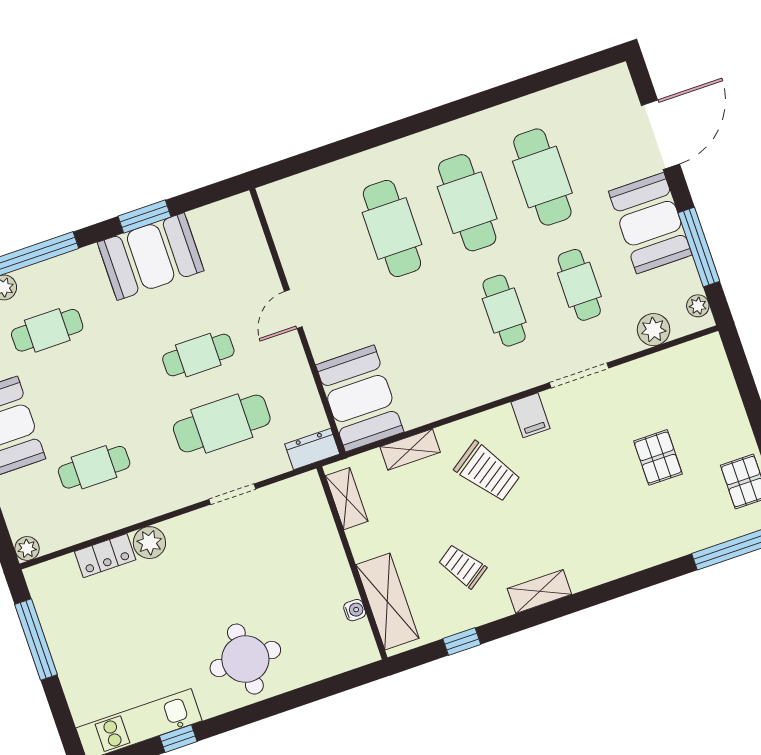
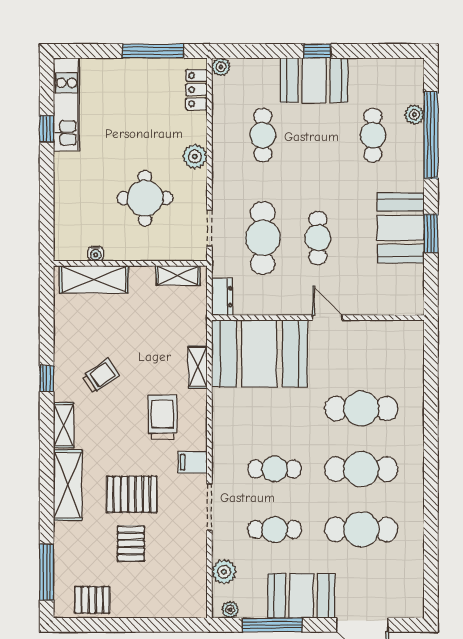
booth: (360, 398) -> (260, 353), width x1.36, depth x1.42
pallet: (658, 457) -> (131, 544), turned 90
trolley: (487, 472) -> (162, 417), turned 125
pallet: (596, 477) -> (132, 494), added
shelving: (347, 499) -> (178, 275), moved
locker: (105, 556) -> (196, 90), moved
shelving: (612, 561) -> (68, 485), added
wall: (352, 563) -> (130, 263), moved
shelving: (387, 601) -> (94, 279), moved
water cooler: (355, 610) -> (96, 254), moved
window: (462, 641) -> (47, 379), moved
round table: (245, 659) -> (145, 198), moved

